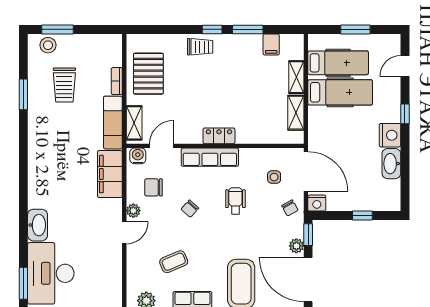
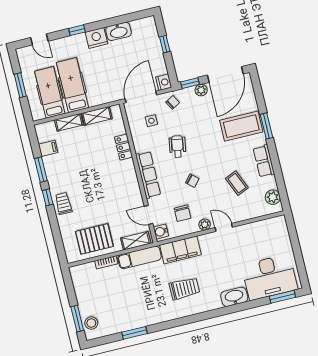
trolley: (64, 85) -> (184, 289), moved
locker: (219, 136) -> (124, 147), moved
wheelchair: (235, 201) -> (177, 146), turned 100

